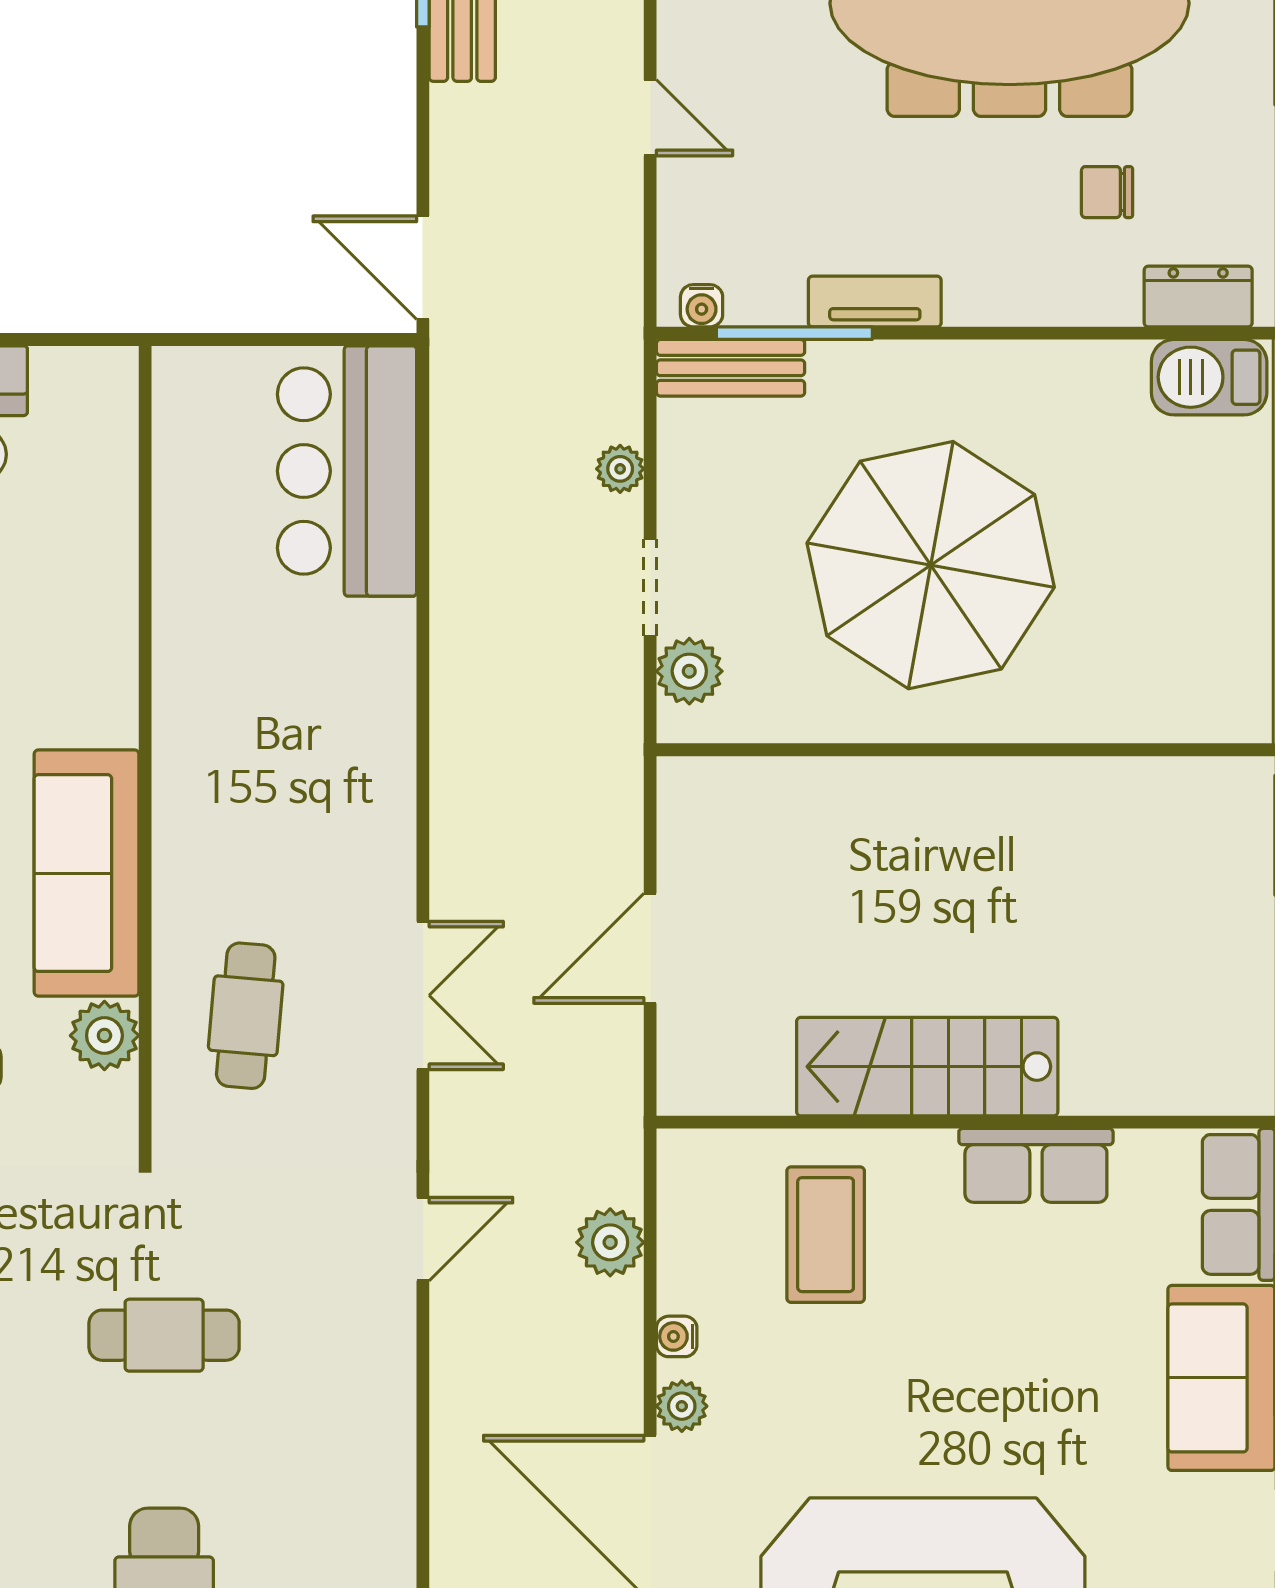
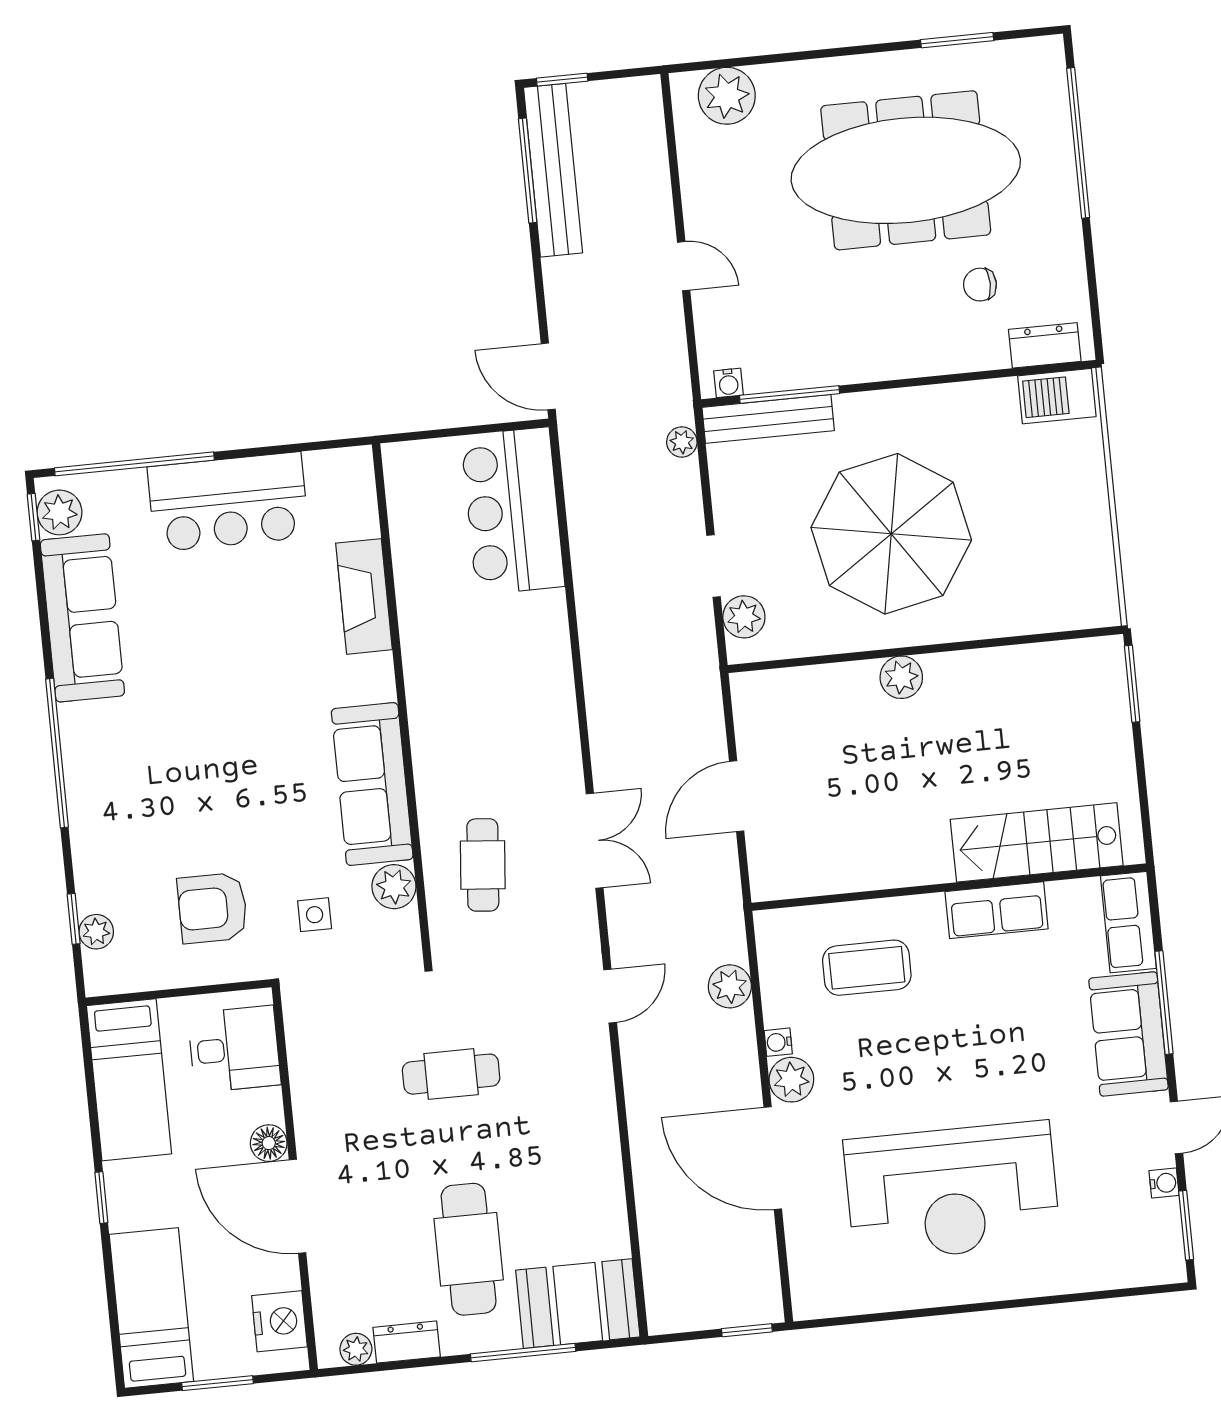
tv unit: (875, 302) -> (839, 369), removed
bench: (731, 368) -> (768, 419), width x1.36
plant: (620, 469) -> (682, 442), moved
fireplace: (103, 581) -> (364, 596), added
plant: (924, 789) -> (901, 677), added
stairs: (927, 1067) -> (1037, 842), moved
coffee table: (826, 1235) -> (867, 968), turned 90
plant: (682, 1406) -> (791, 1080), width x1.38, depth x1.38

